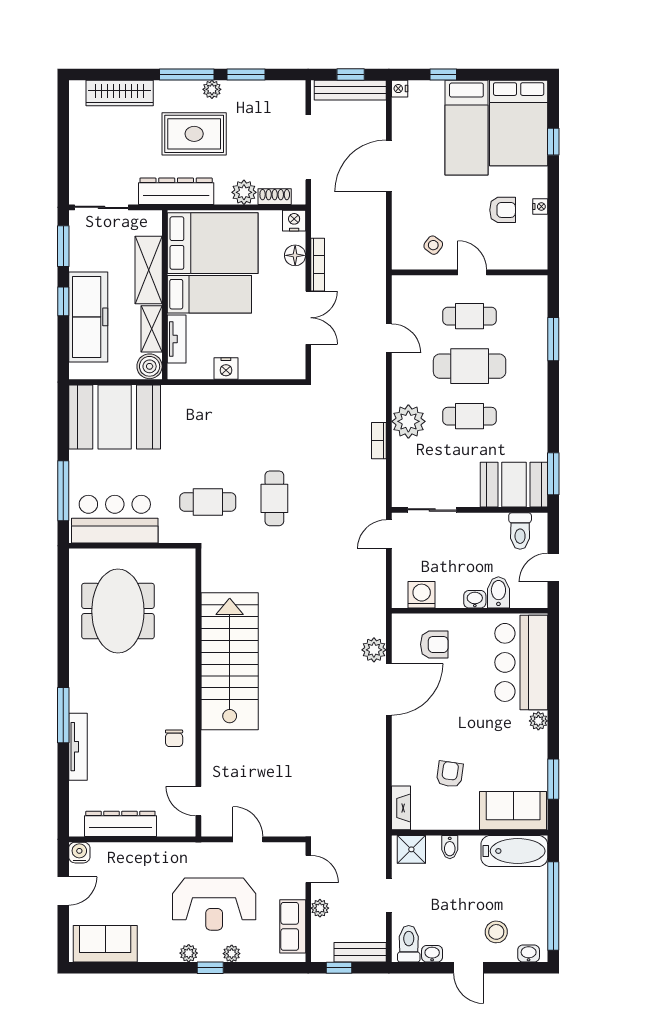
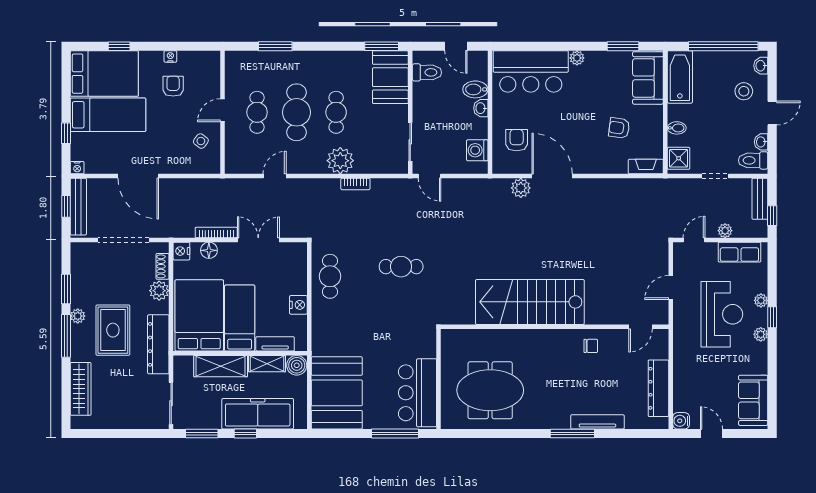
cafe table: (208, 502) -> (330, 276), moved

